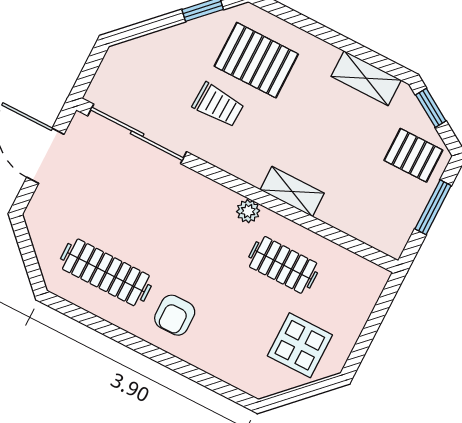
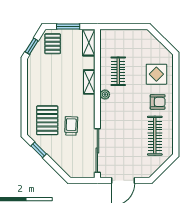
shelving: (366, 78) -> (89, 43), moved
display table: (300, 345) -> (156, 74), moved

